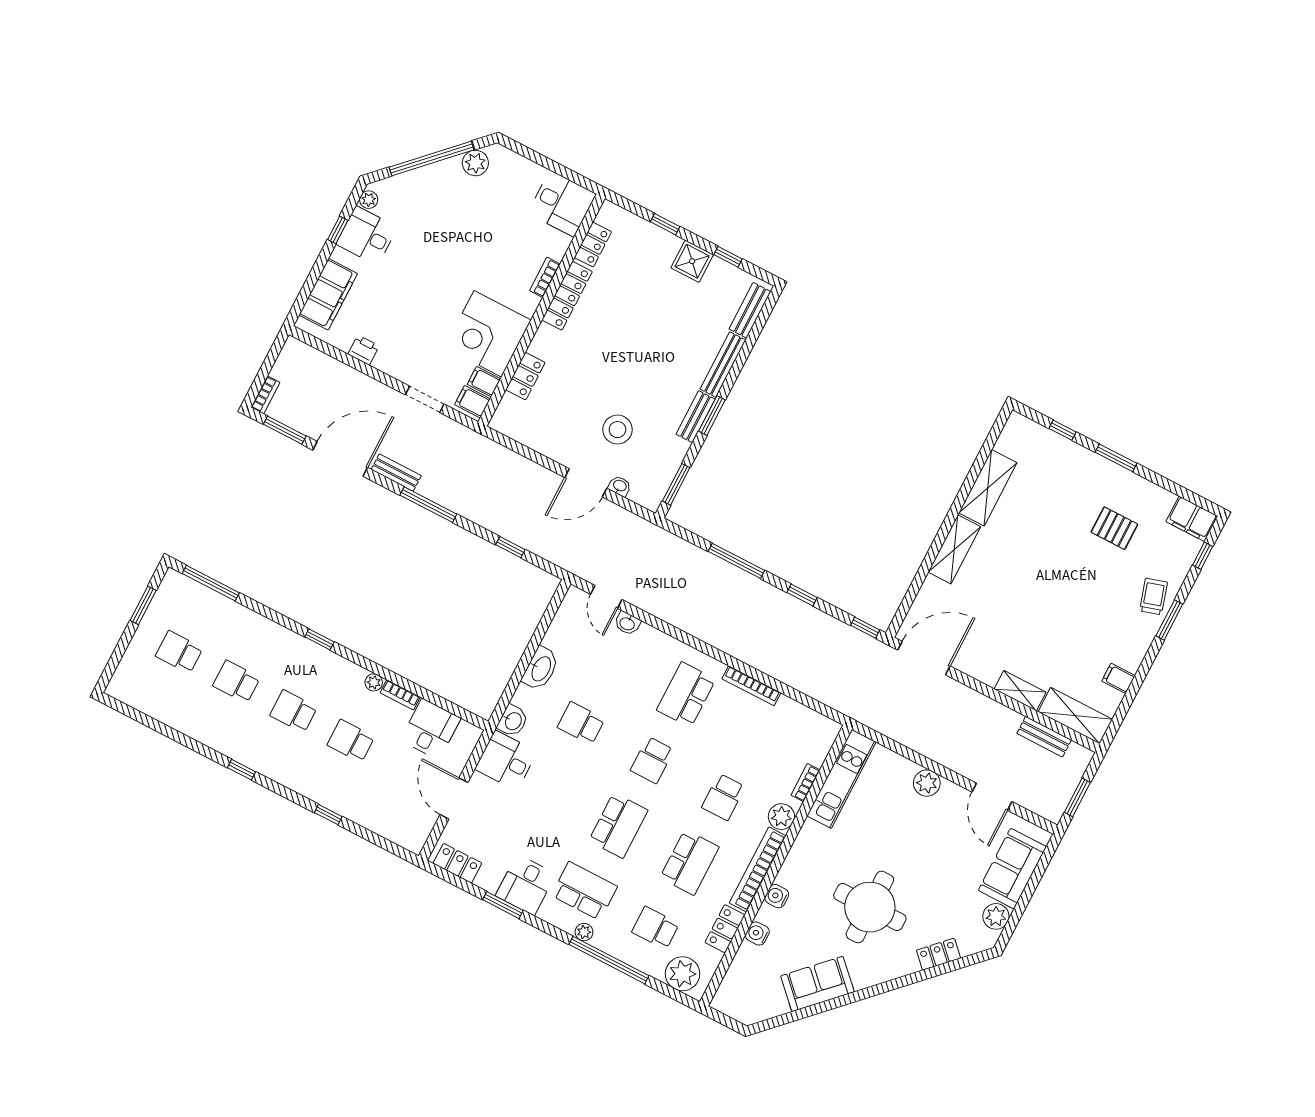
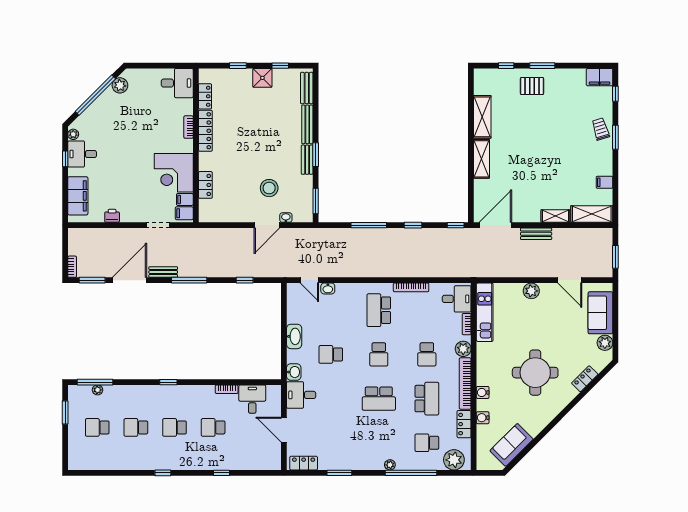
pallet: (1114, 528) -> (532, 86), moved
plant: (374, 682) -> (98, 390), moved
bench: (1044, 737) -> (536, 234), moved
school desk: (618, 825) -> (379, 399), turned 90
desk: (526, 885) -> (457, 299), moved, turned -90
school desk: (584, 891) -> (379, 443), removed
sofa: (817, 984) -> (512, 445), moved

